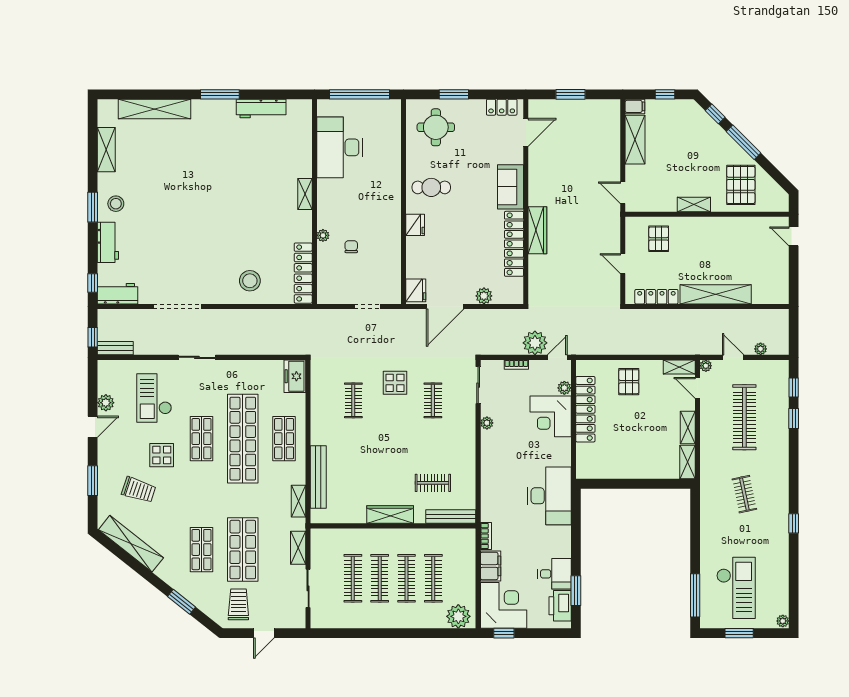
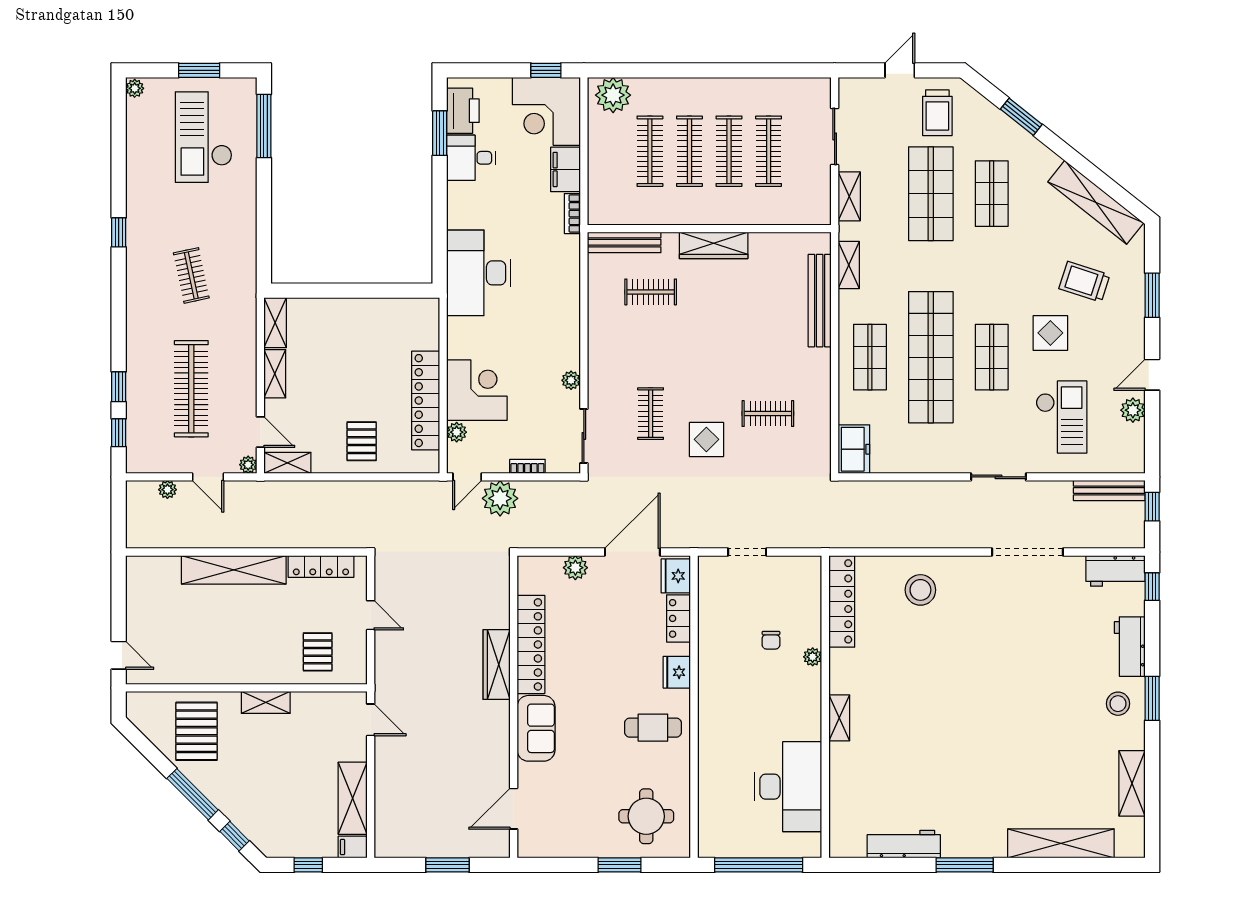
locker: (502, 107) -> (679, 618), moved, turned -90
bench: (115, 348) -> (1109, 491), width x1.36
clothes rail: (353, 400) -> (768, 414), turned 90

